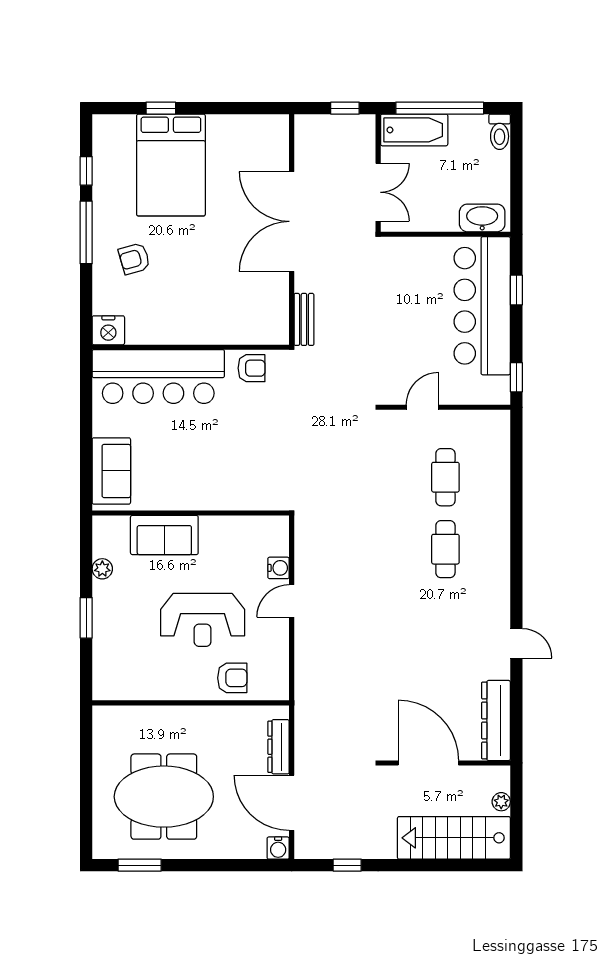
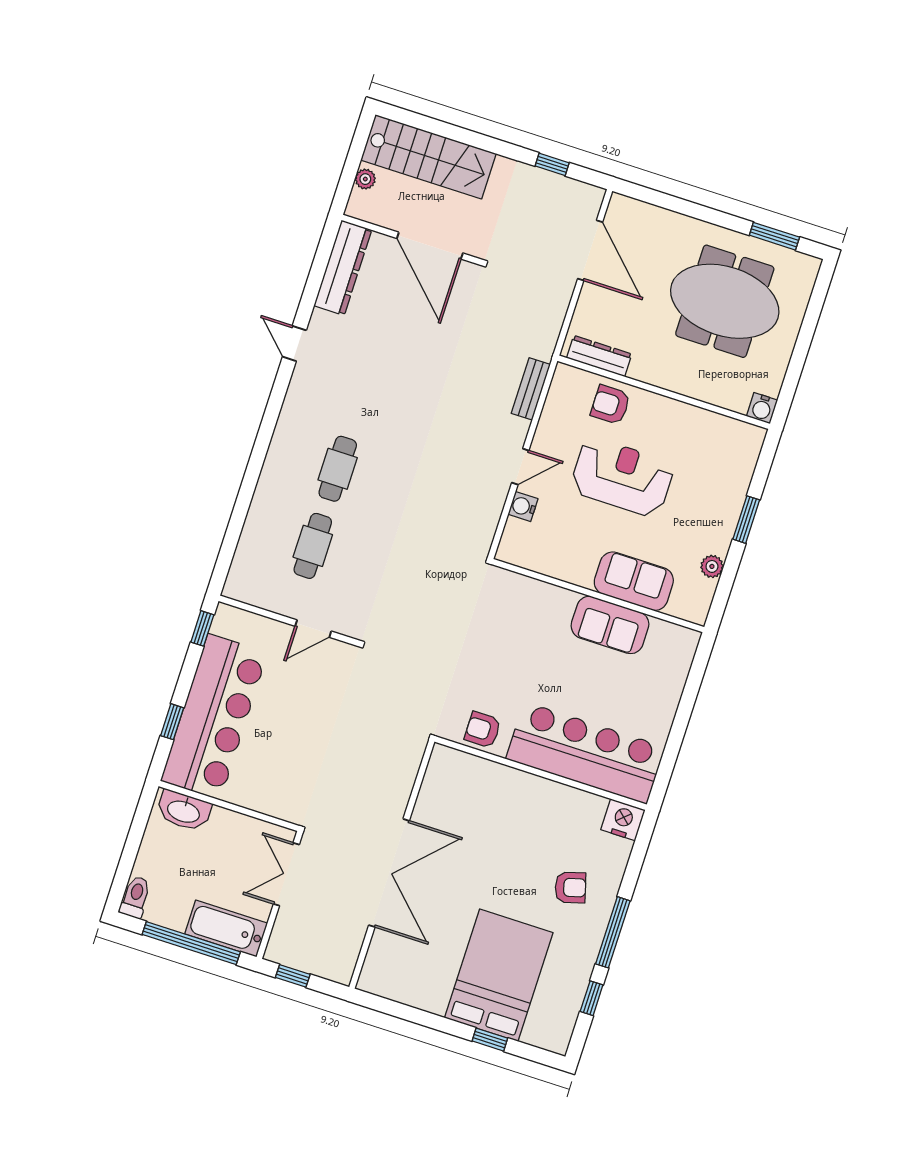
bench: (304, 319) -> (531, 389), moved
sofa: (111, 471) -> (610, 625), moved, turned -90
dresser: (279, 747) -> (599, 356), moved, turned -90
water cooler: (278, 848) -> (762, 408), moved, turned 180

